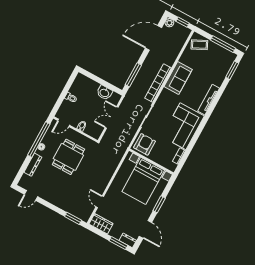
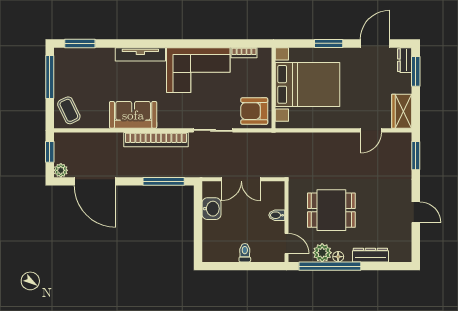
plant: (48, 139) -> (322, 253), added
door: (31, 195) -> (416, 212), moved

